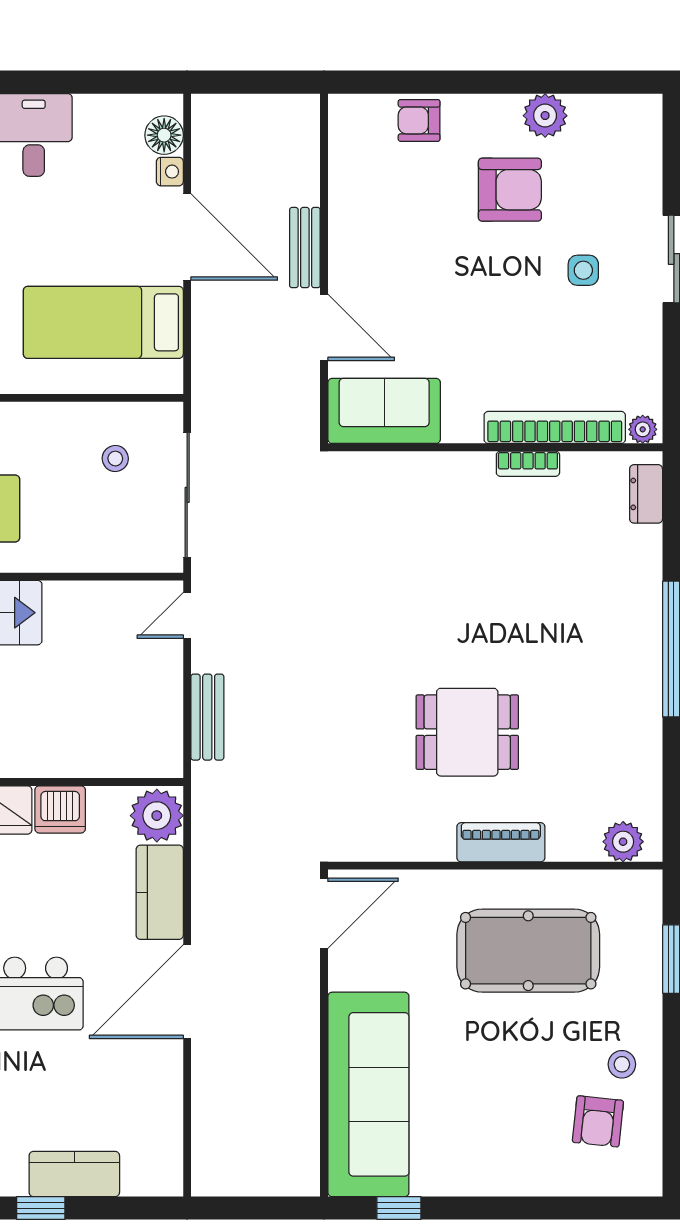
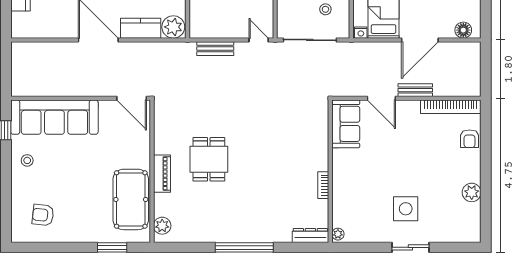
armchair: (419, 120) -> (470, 139), turned 180
nightstand: (170, 172) -> (361, 33), moved
armchair: (510, 190) -> (440, 177), removed
side table: (583, 270) -> (406, 209), width x1.87, depth x1.87
door: (324, 327) -> (381, 98), hinge flipped
bookcase: (555, 427) -> (451, 107), moved, turned 90
dresser: (646, 494) -> (310, 236), width x1.44
pool table: (528, 951) -> (131, 199), moved
stool: (622, 1064) -> (27, 160), moved

